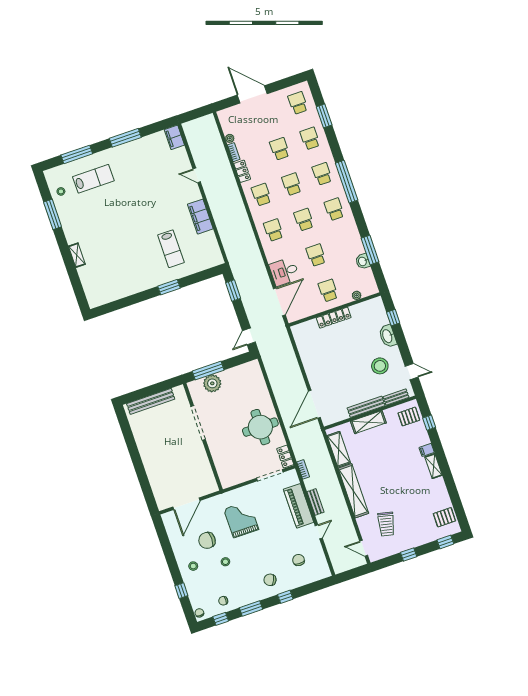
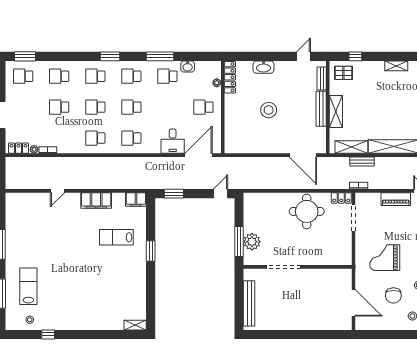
window: (324, 116) -> (25, 56), moved
filing cabinet: (174, 137) -> (136, 199), moved
locker: (242, 171) -> (19, 148), moved
window: (347, 182) -> (110, 56), width x0.47
window: (53, 214) -> (48, 334), width x0.46
lab bench: (171, 249) -> (116, 237), turned 180
window: (370, 250) -> (160, 56), moved
shelving: (77, 255) -> (135, 325), moved
school desk: (316, 255) -> (167, 76), moved
door: (279, 302) -> (198, 155), hinge flipped
locker: (334, 318) -> (230, 77), moved
window: (393, 318) -> (248, 56), removed
door: (249, 336) -> (221, 194), swing flipped
stool: (380, 366) -> (269, 110), moved
pallet: (409, 417) -> (343, 73), turned 90
filing cabinet: (427, 450) -> (379, 67), removed
bench: (315, 502) -> (362, 161), moved
piano: (299, 506) -> (396, 199), width x0.73, depth x0.75

